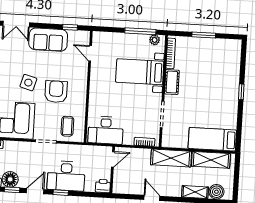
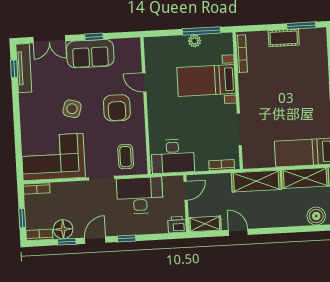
window: (70, 27) -> (94, 37), moved
window: (204, 35) -> (301, 26), moved
plant: (155, 40) -> (195, 41), moved
door: (90, 53) -> (144, 82), moved
cot: (172, 82) -> (284, 38), moved, turned 90
armchair: (56, 92) -> (117, 108), moved, turned 180
desk: (66, 176) -> (140, 195), moved, turned 180
shelving: (195, 192) -> (205, 224), moved

